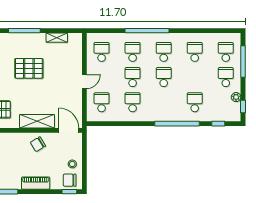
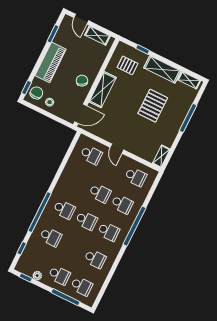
shelving: (57, 38) -> (161, 156), moved
school desk: (133, 102) -> (64, 210), moved
piano: (36, 183) -> (51, 62), width x1.37, depth x1.33

